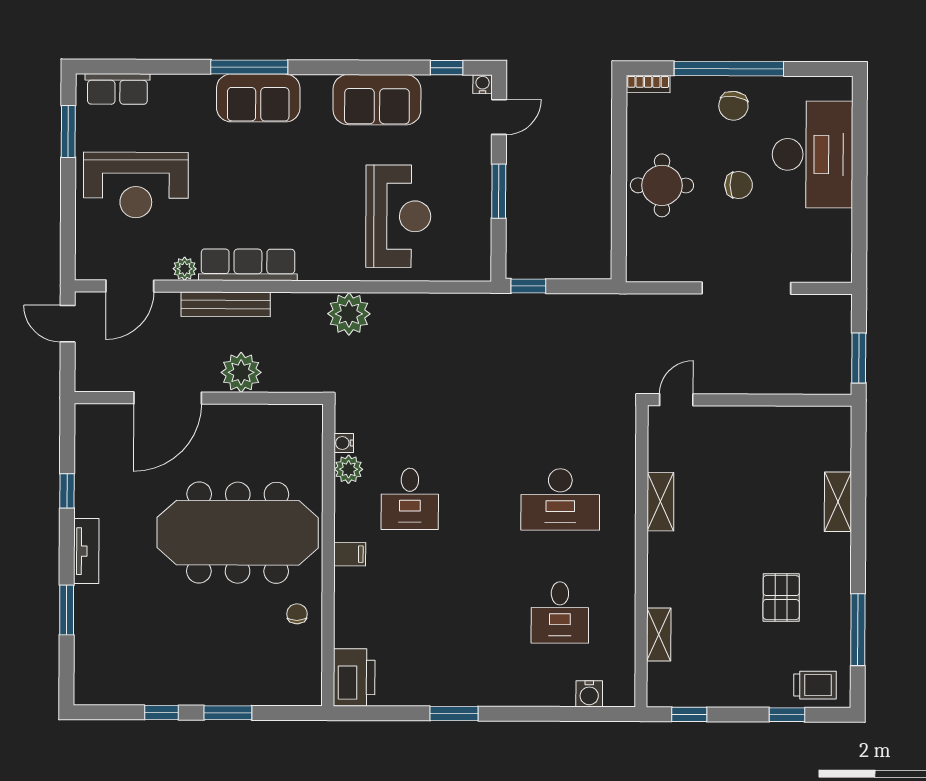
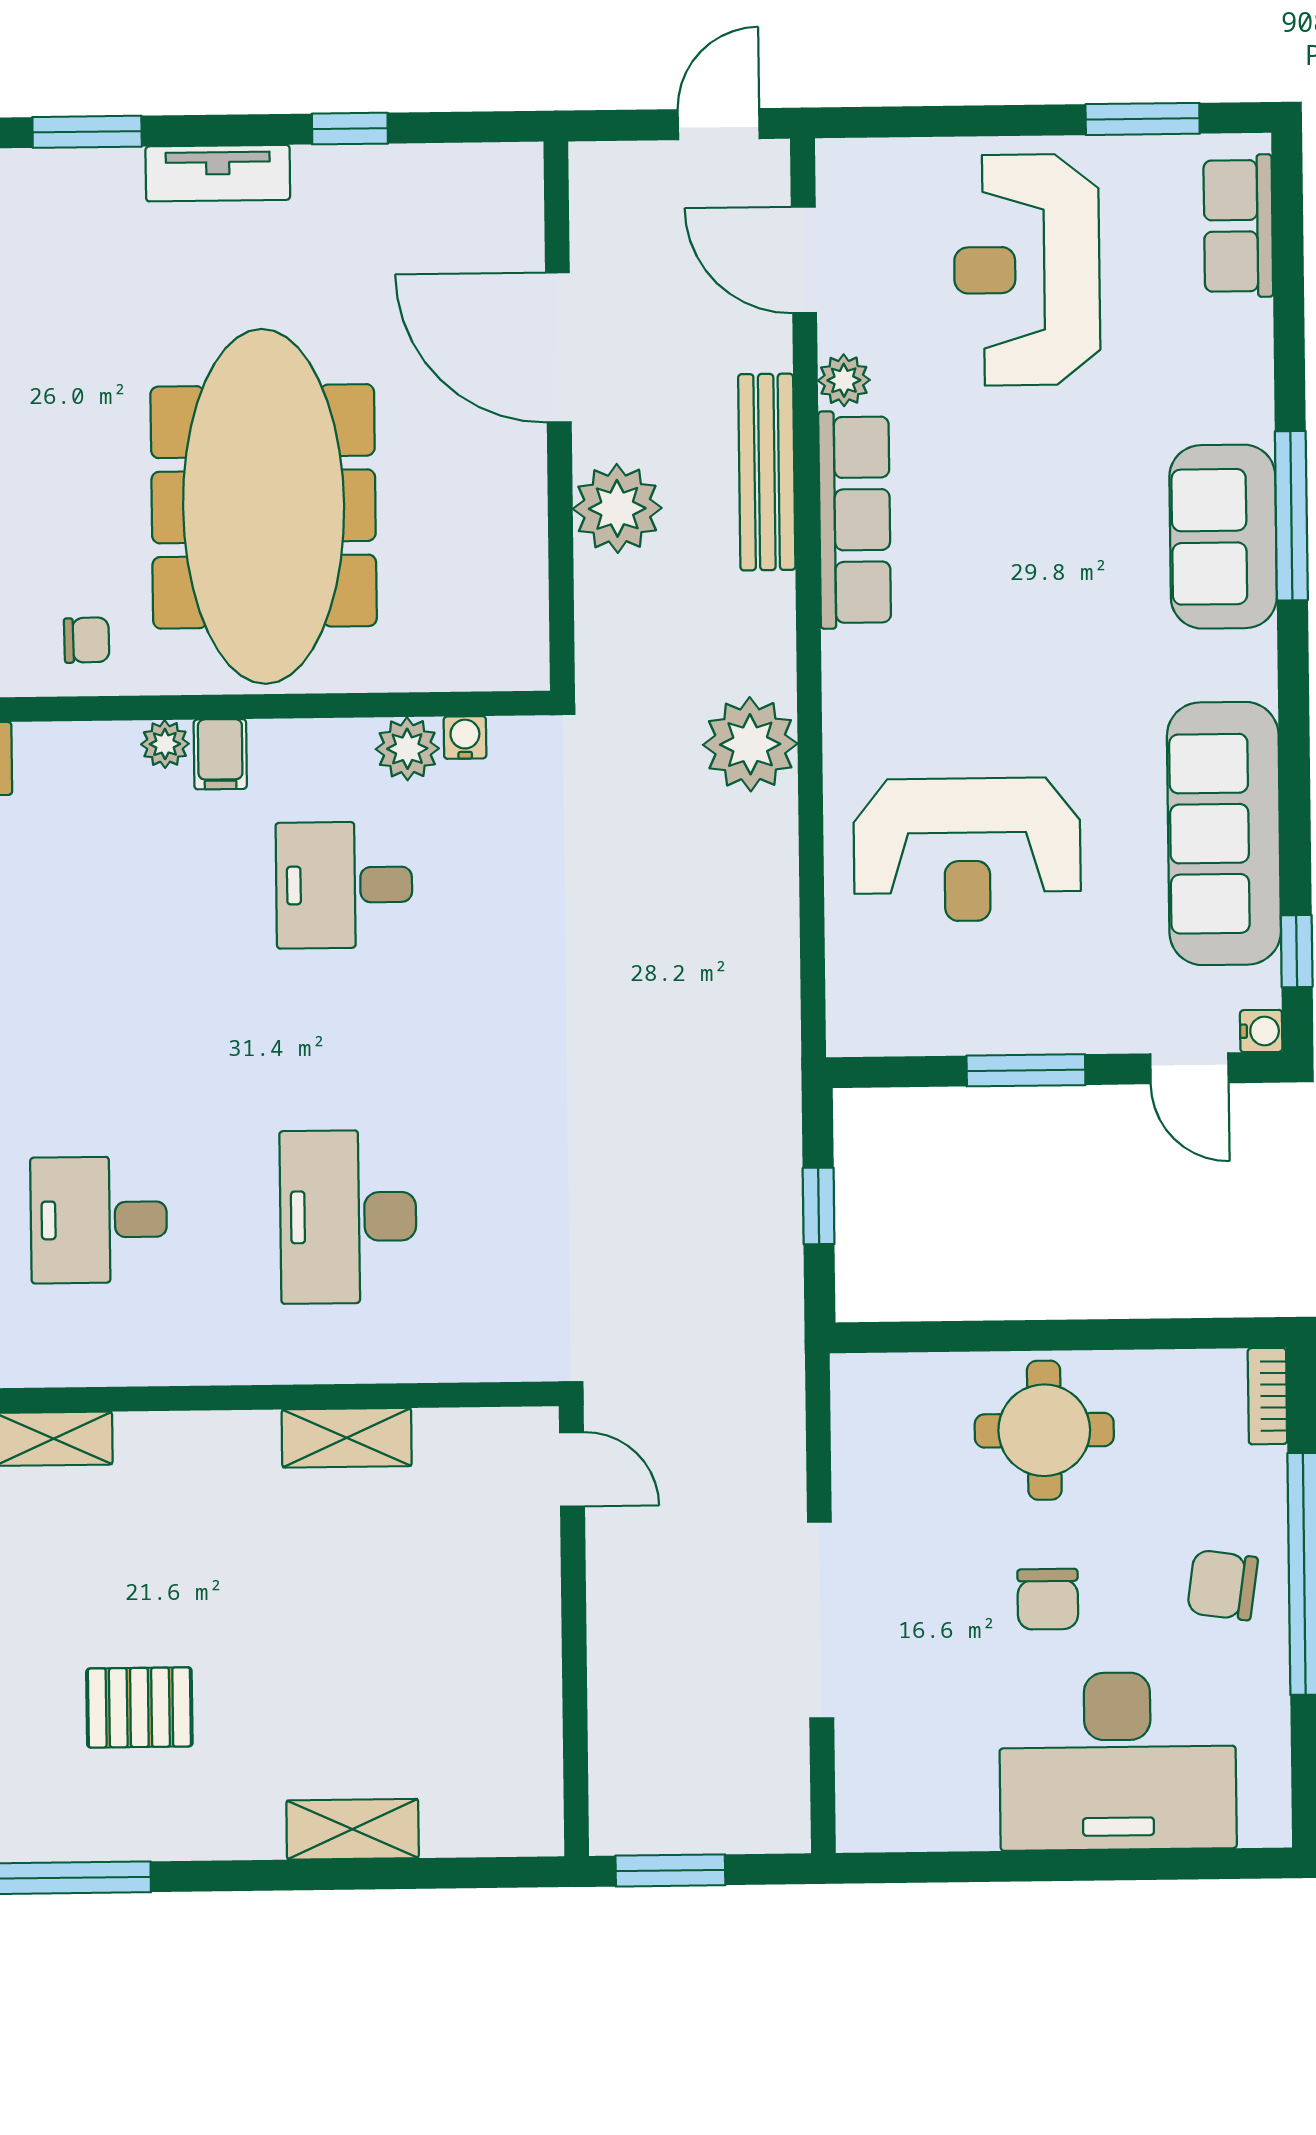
sofa: (377, 100) -> (1224, 833), width x1.36
window: (528, 286) -> (819, 1206), moved
plant: (345, 579) -> (165, 744), added

